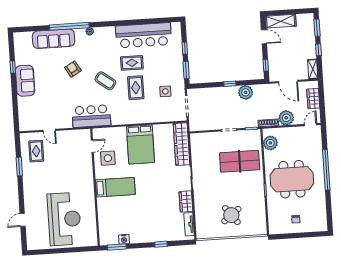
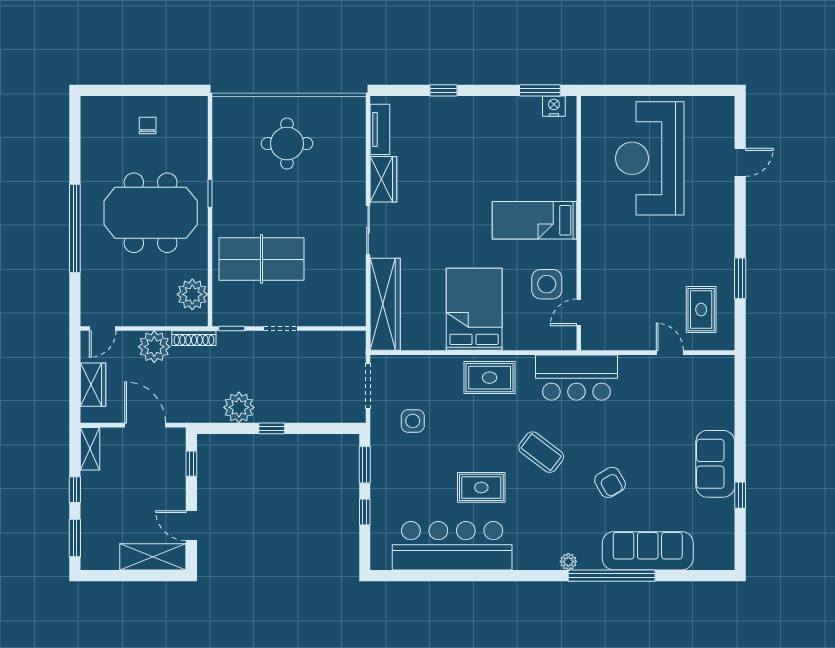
rug: (136, 88) -> (490, 378), moved, turned 90
round table: (231, 215) -> (287, 144), turned 38
nightstand: (124, 239) -> (554, 106), moved

